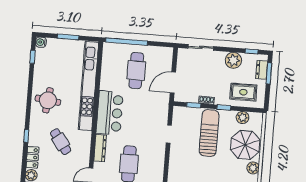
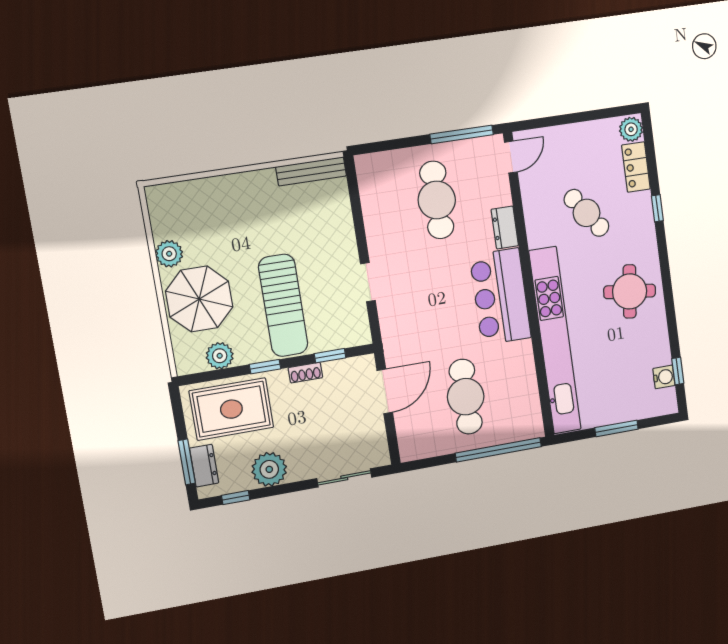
water cooler: (41, 42) -> (664, 377), moved
rug: (243, 92) -> (231, 409), width x1.36, depth x1.43
dresser: (100, 148) -> (505, 228), width x0.70

